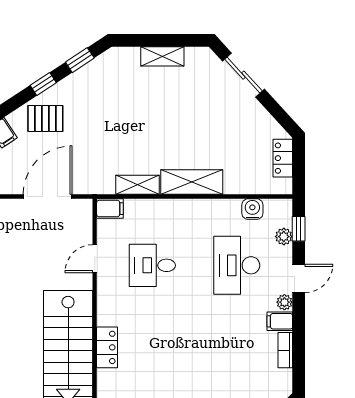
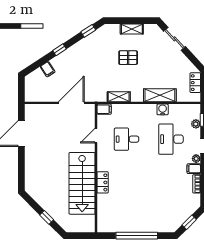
window: (43, 84) -> (59, 50), moved
pallet: (45, 118) -> (128, 58), moved
shelving: (192, 182) -> (160, 95), moved
water cooler: (252, 209) -> (163, 109), moved

